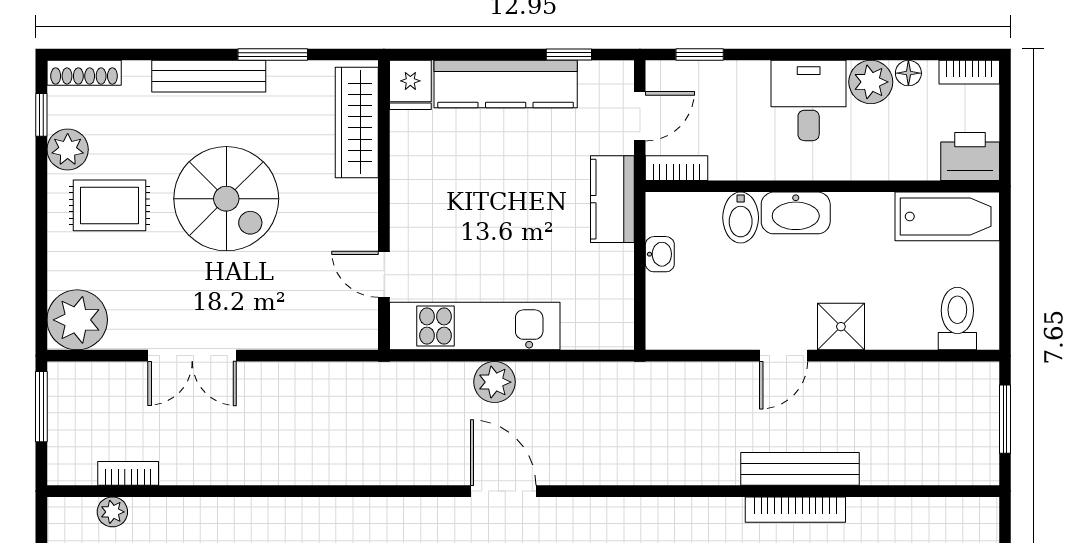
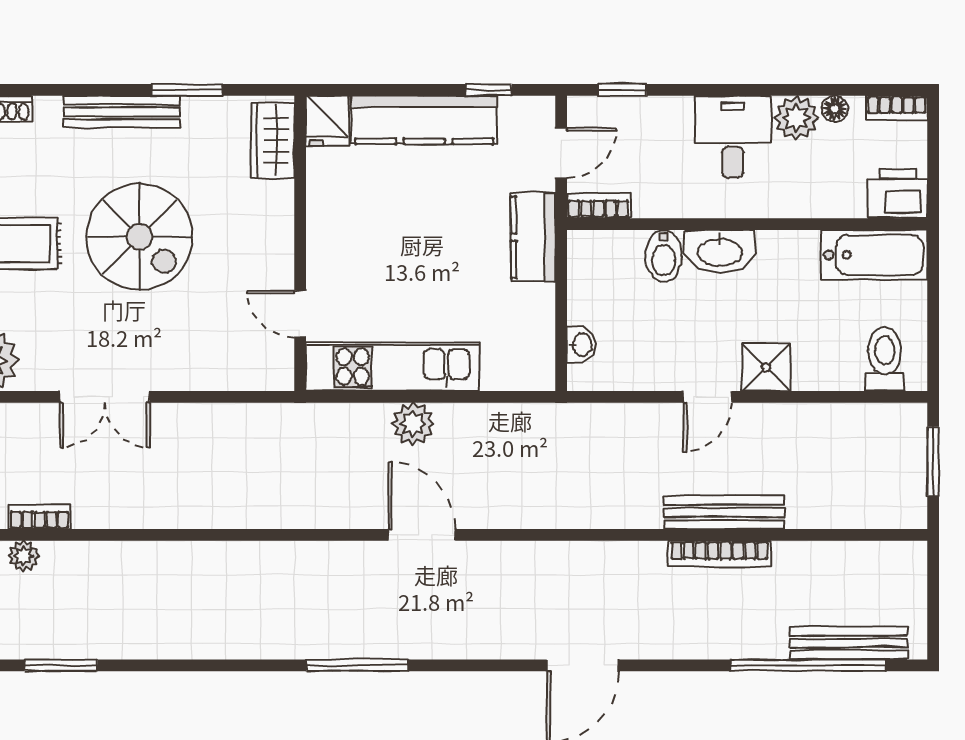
wardrobe: (357, 122) -> (273, 140), width x0.67
washbasin: (660, 254) -> (581, 345), moved

